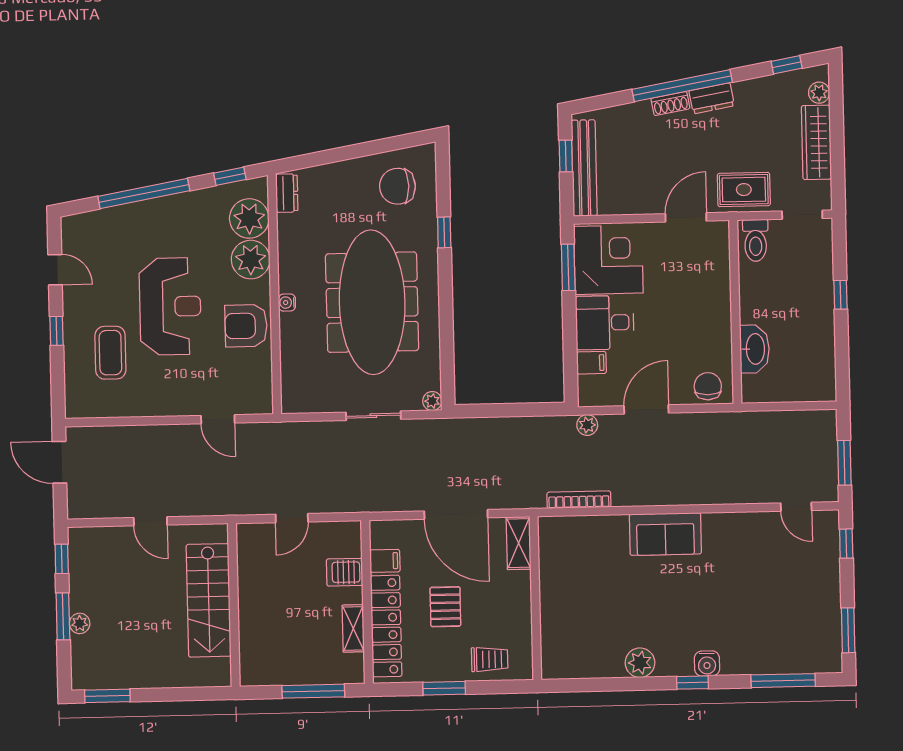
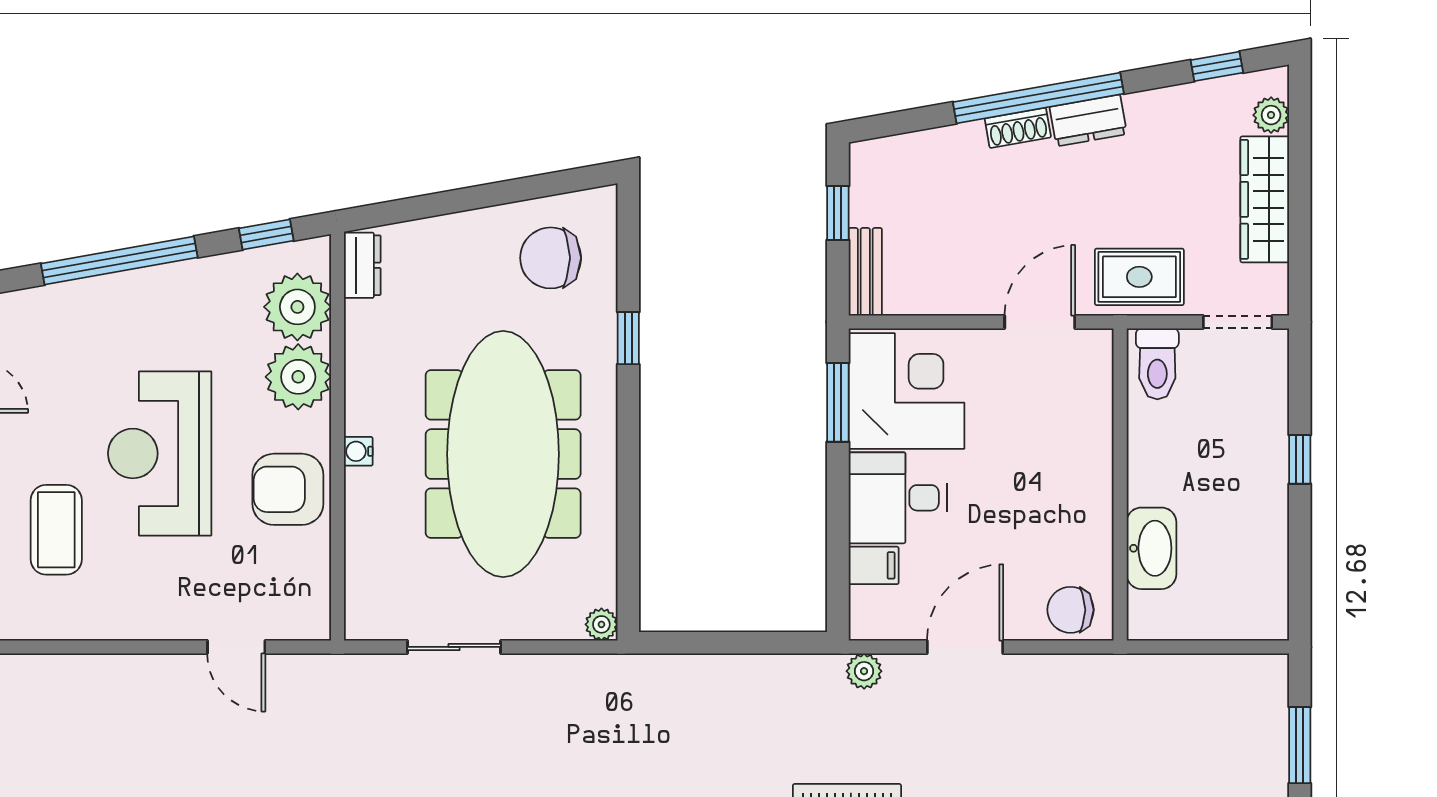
bench: (584, 168) -> (865, 272), width x0.54, depth x0.82
reception desk: (170, 306) -> (160, 453), turned 180
chair: (708, 386) -> (1071, 610), turned -90
sliding door: (373, 416) -> (454, 647), moved

